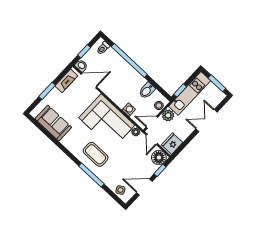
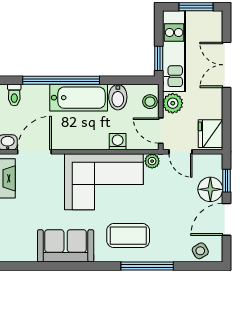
bathtub: (130, 75) -> (79, 98), added
door: (152, 122) -> (161, 131), hinge flipped
sofa: (53, 123) -> (66, 246), moved
floor lamp: (159, 158) -> (210, 189), moved

